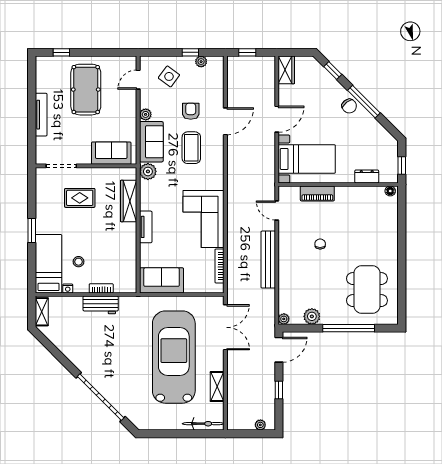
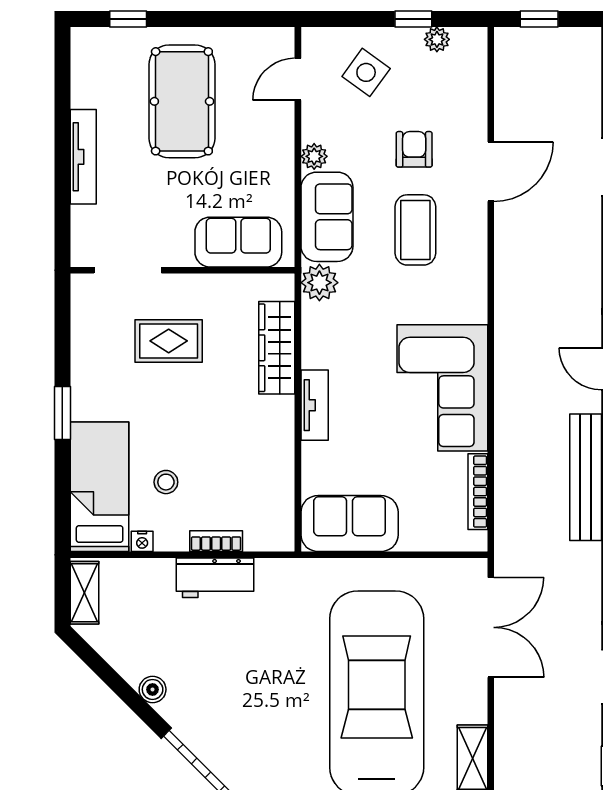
boiler: (72, 355) -> (153, 689), added

